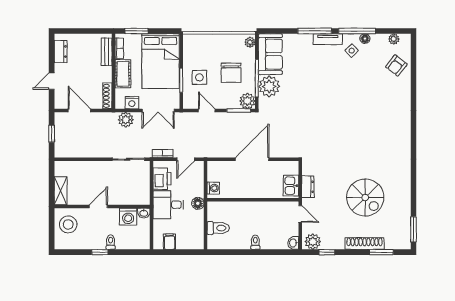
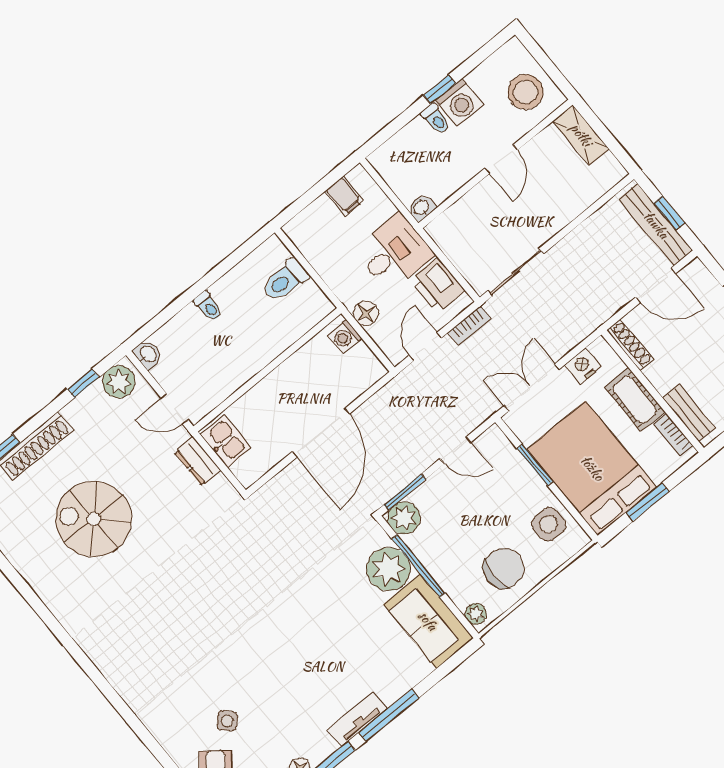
window: (137, 31) -> (648, 502), moved
side table: (352, 51) -> (227, 721), moved
chair: (231, 73) -> (504, 568), moved, turned 90
side table: (199, 77) -> (549, 524), moved
plant: (126, 120) -> (571, 331), removed
bench: (60, 133) -> (656, 225), added
floor lamp: (198, 203) -> (366, 313), moved
washing machine: (128, 217) -> (460, 103), moved, turned 180

